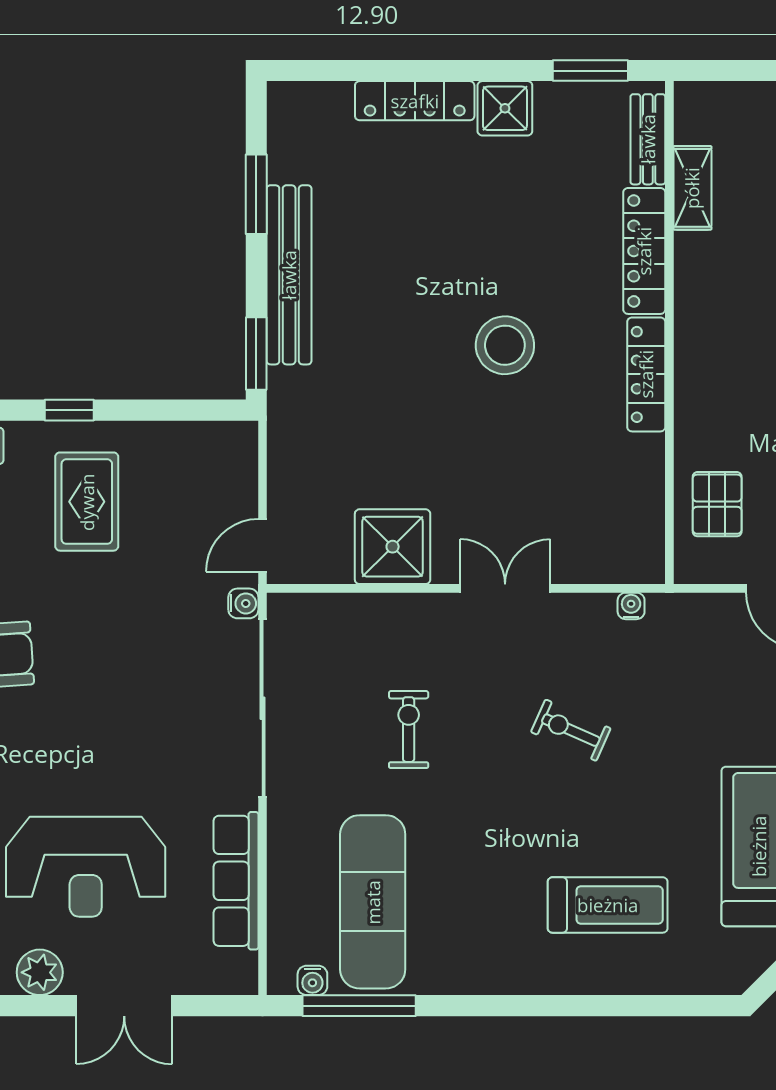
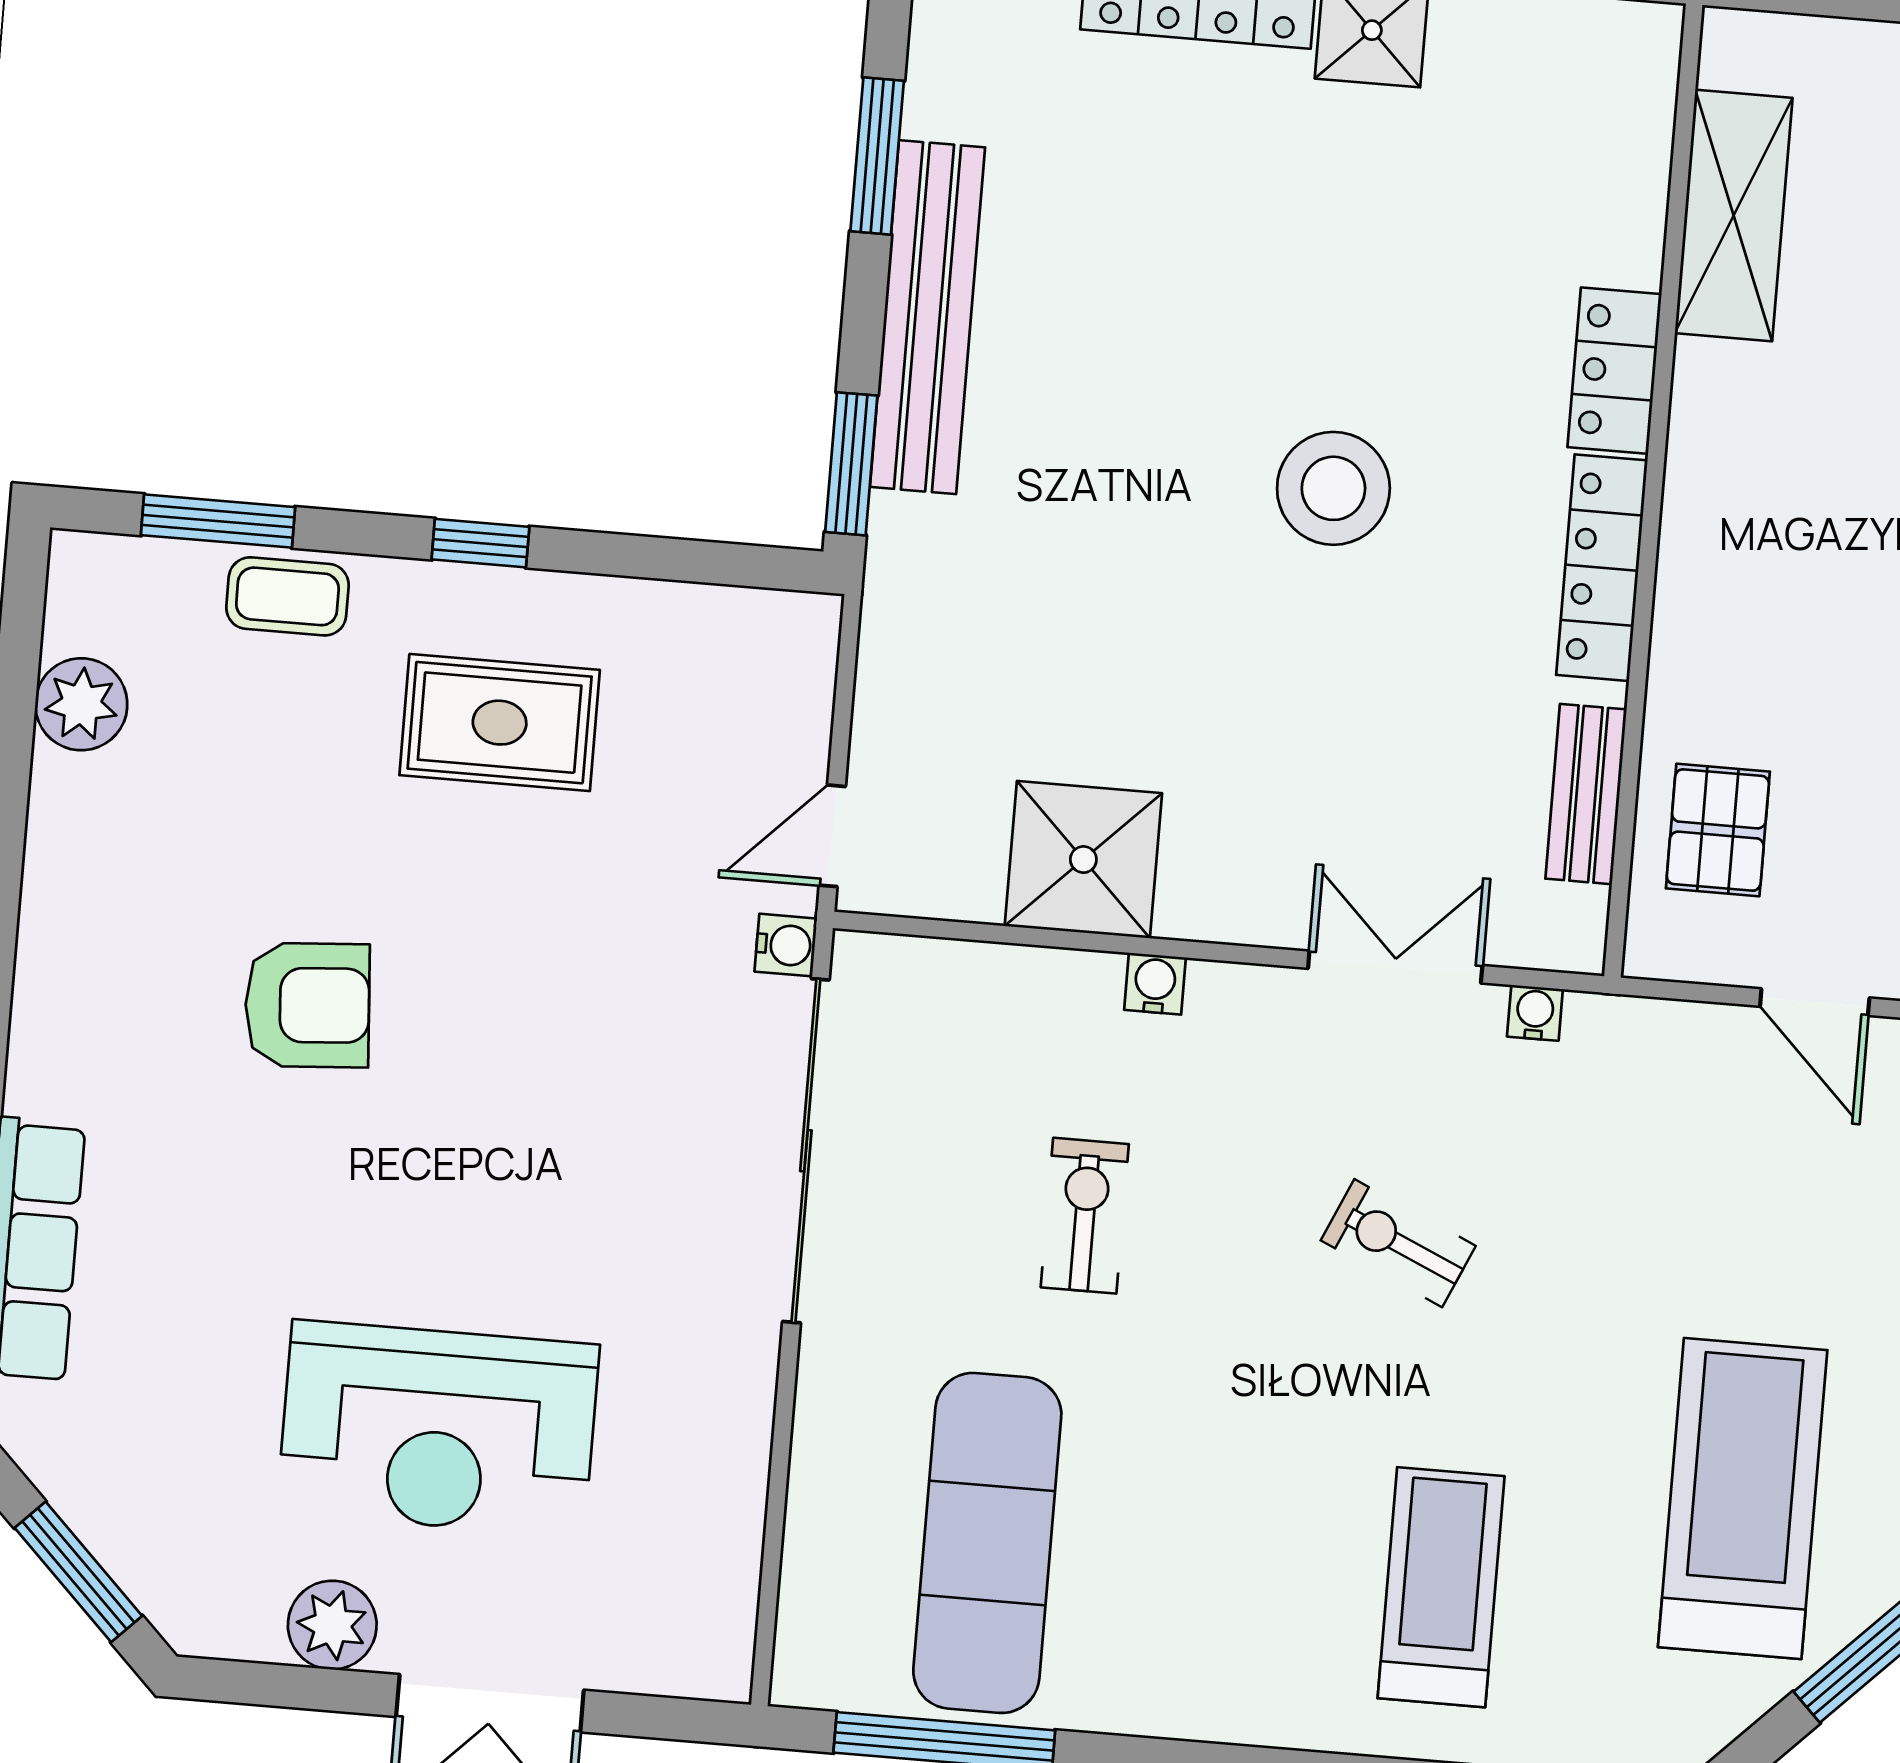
bench: (648, 139) -> (1586, 794), moved
shelving: (692, 188) -> (1734, 216), width x1.50, depth x1.33
locker: (644, 251) -> (1615, 371), width x0.66
rug: (87, 502) -> (500, 723), turned 90
double door: (505, 588) -> (1395, 967), moved
row of seats: (236, 881) -> (727, 1480), removed
treadmill: (608, 905) -> (1441, 1587), turned -90
water cooler: (312, 980) -> (1155, 984), moved, turned 180

